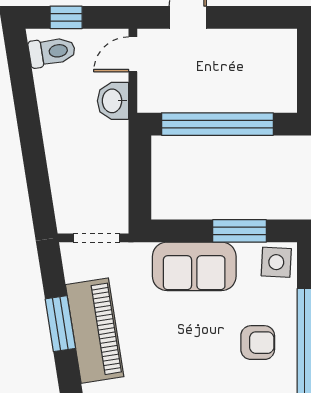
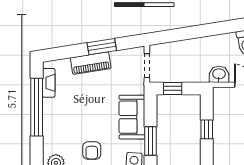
window: (217, 124) -> (207, 129), width x0.32
window: (140, 189) -> (173, 88), added
piano: (95, 331) -> (91, 63), width x0.73, depth x0.75

